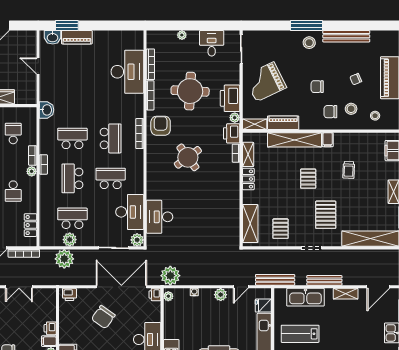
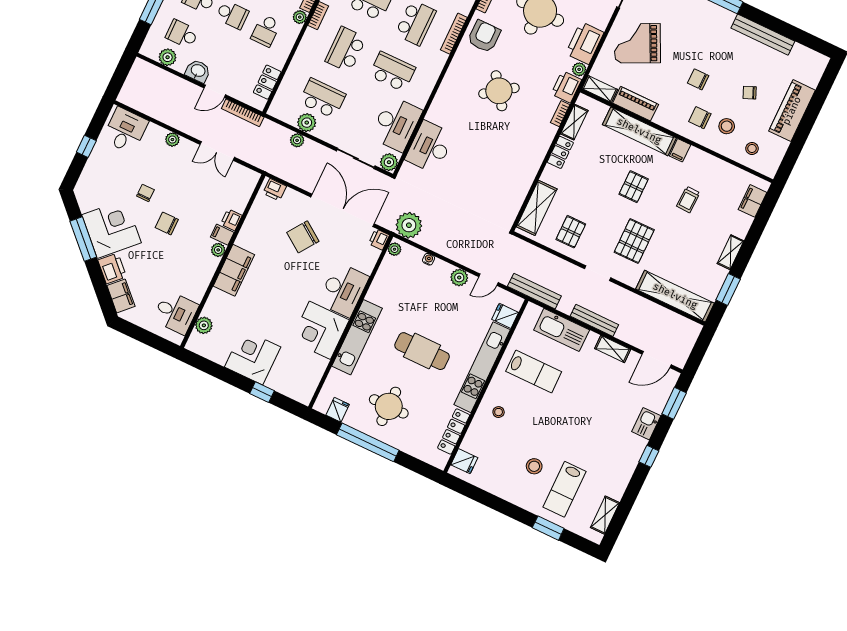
stool: (309, 43) -> (714, 21), removed
plant: (64, 259) -> (297, 140), width x0.53, depth x0.53
lab bench: (300, 334) -> (534, 372), turned 180

